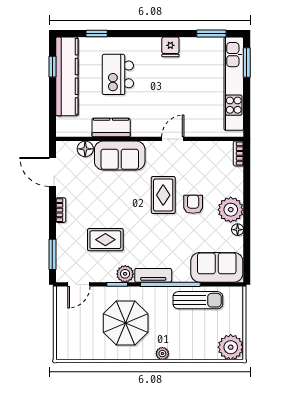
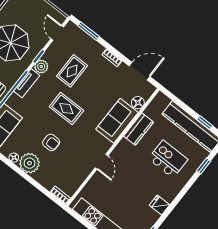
rug: (163, 195) -> (66, 109), moved

